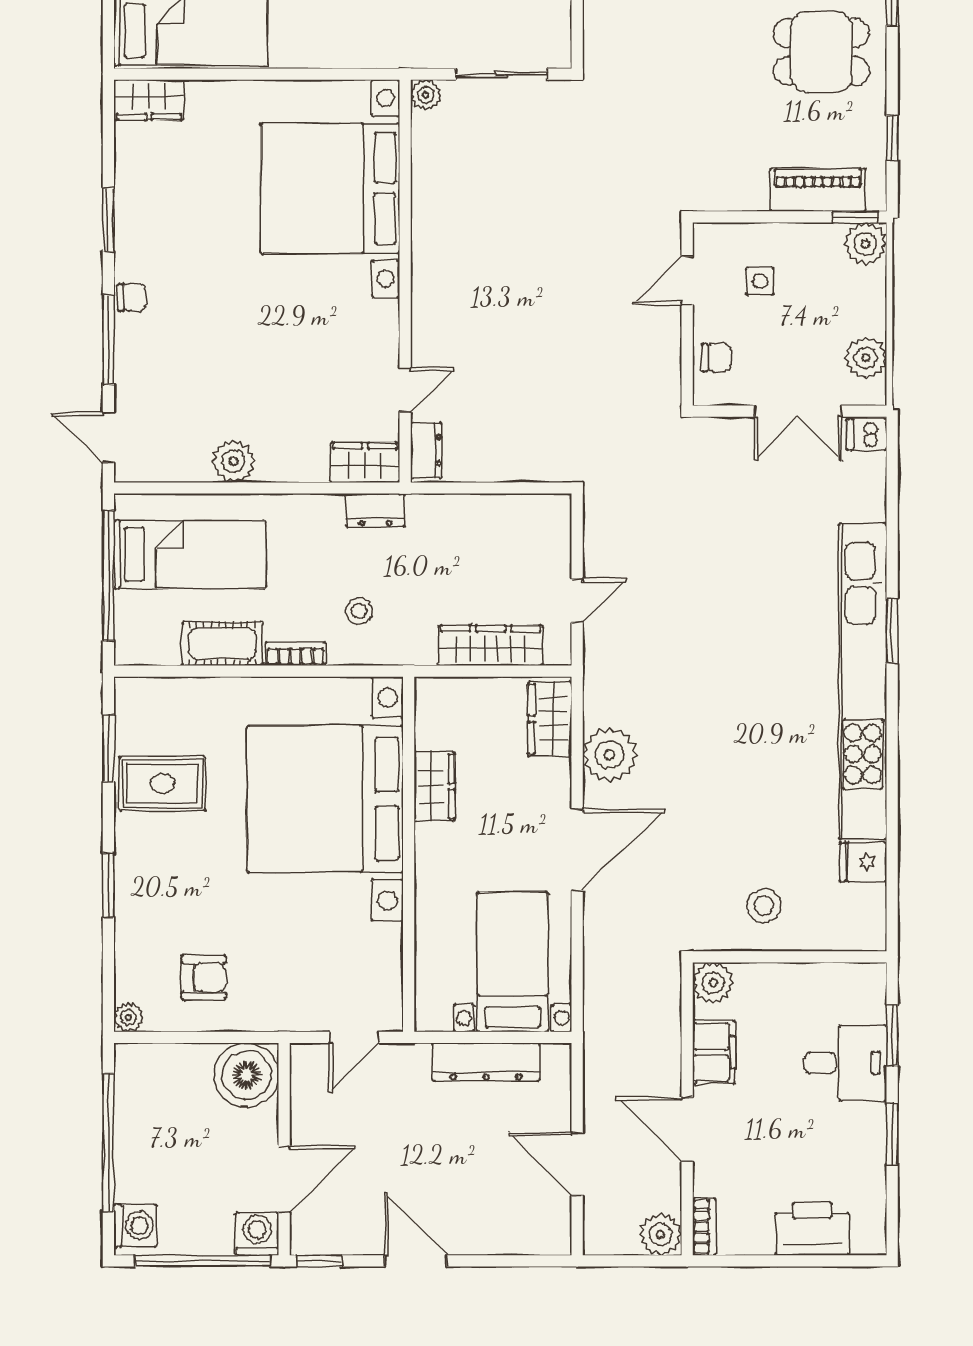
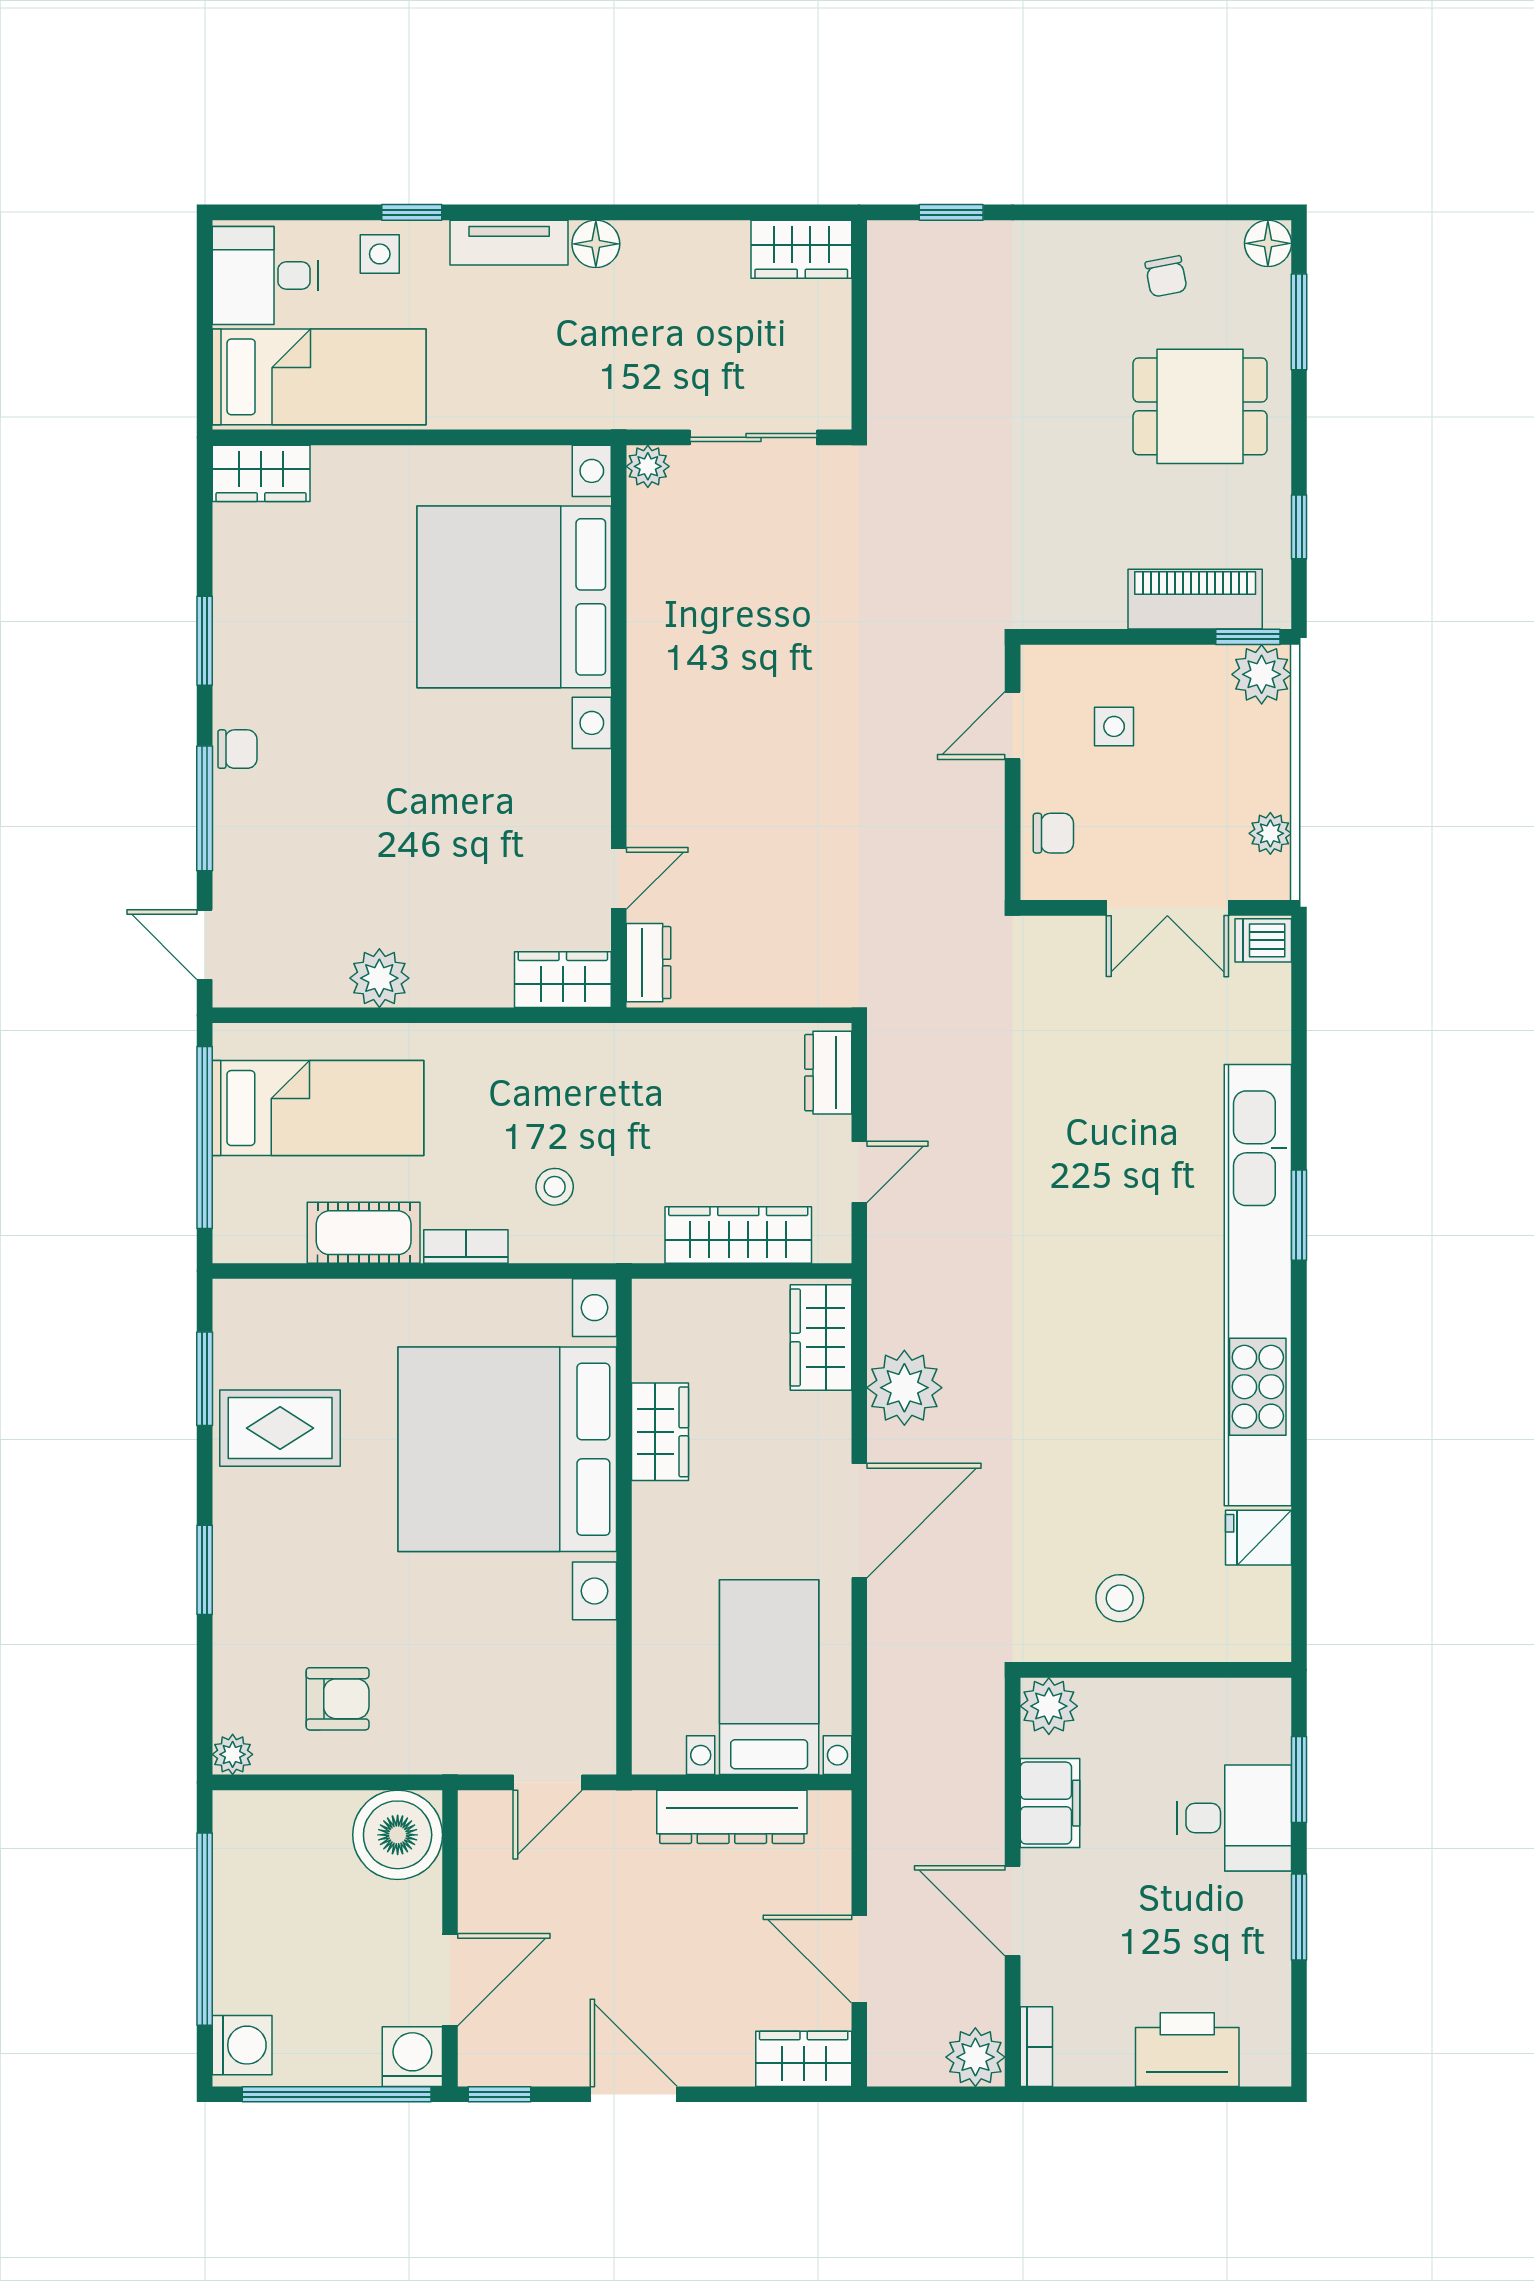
plant: (866, 358) -> (1270, 833), width x0.73, depth x0.73
dresser: (376, 510) -> (828, 1073), moved, turned 90
wardrobe: (537, 1235) -> (804, 2059), added

